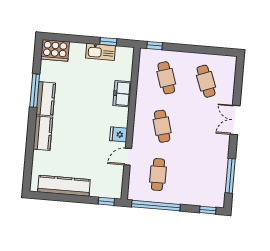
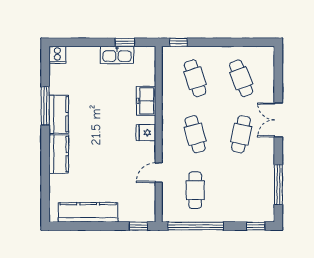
cooker: (55, 50) -> (57, 55), width x0.53, depth x0.76
cafe table: (202, 130) -> (241, 134), added
fridge: (119, 134) -> (146, 133), moved

